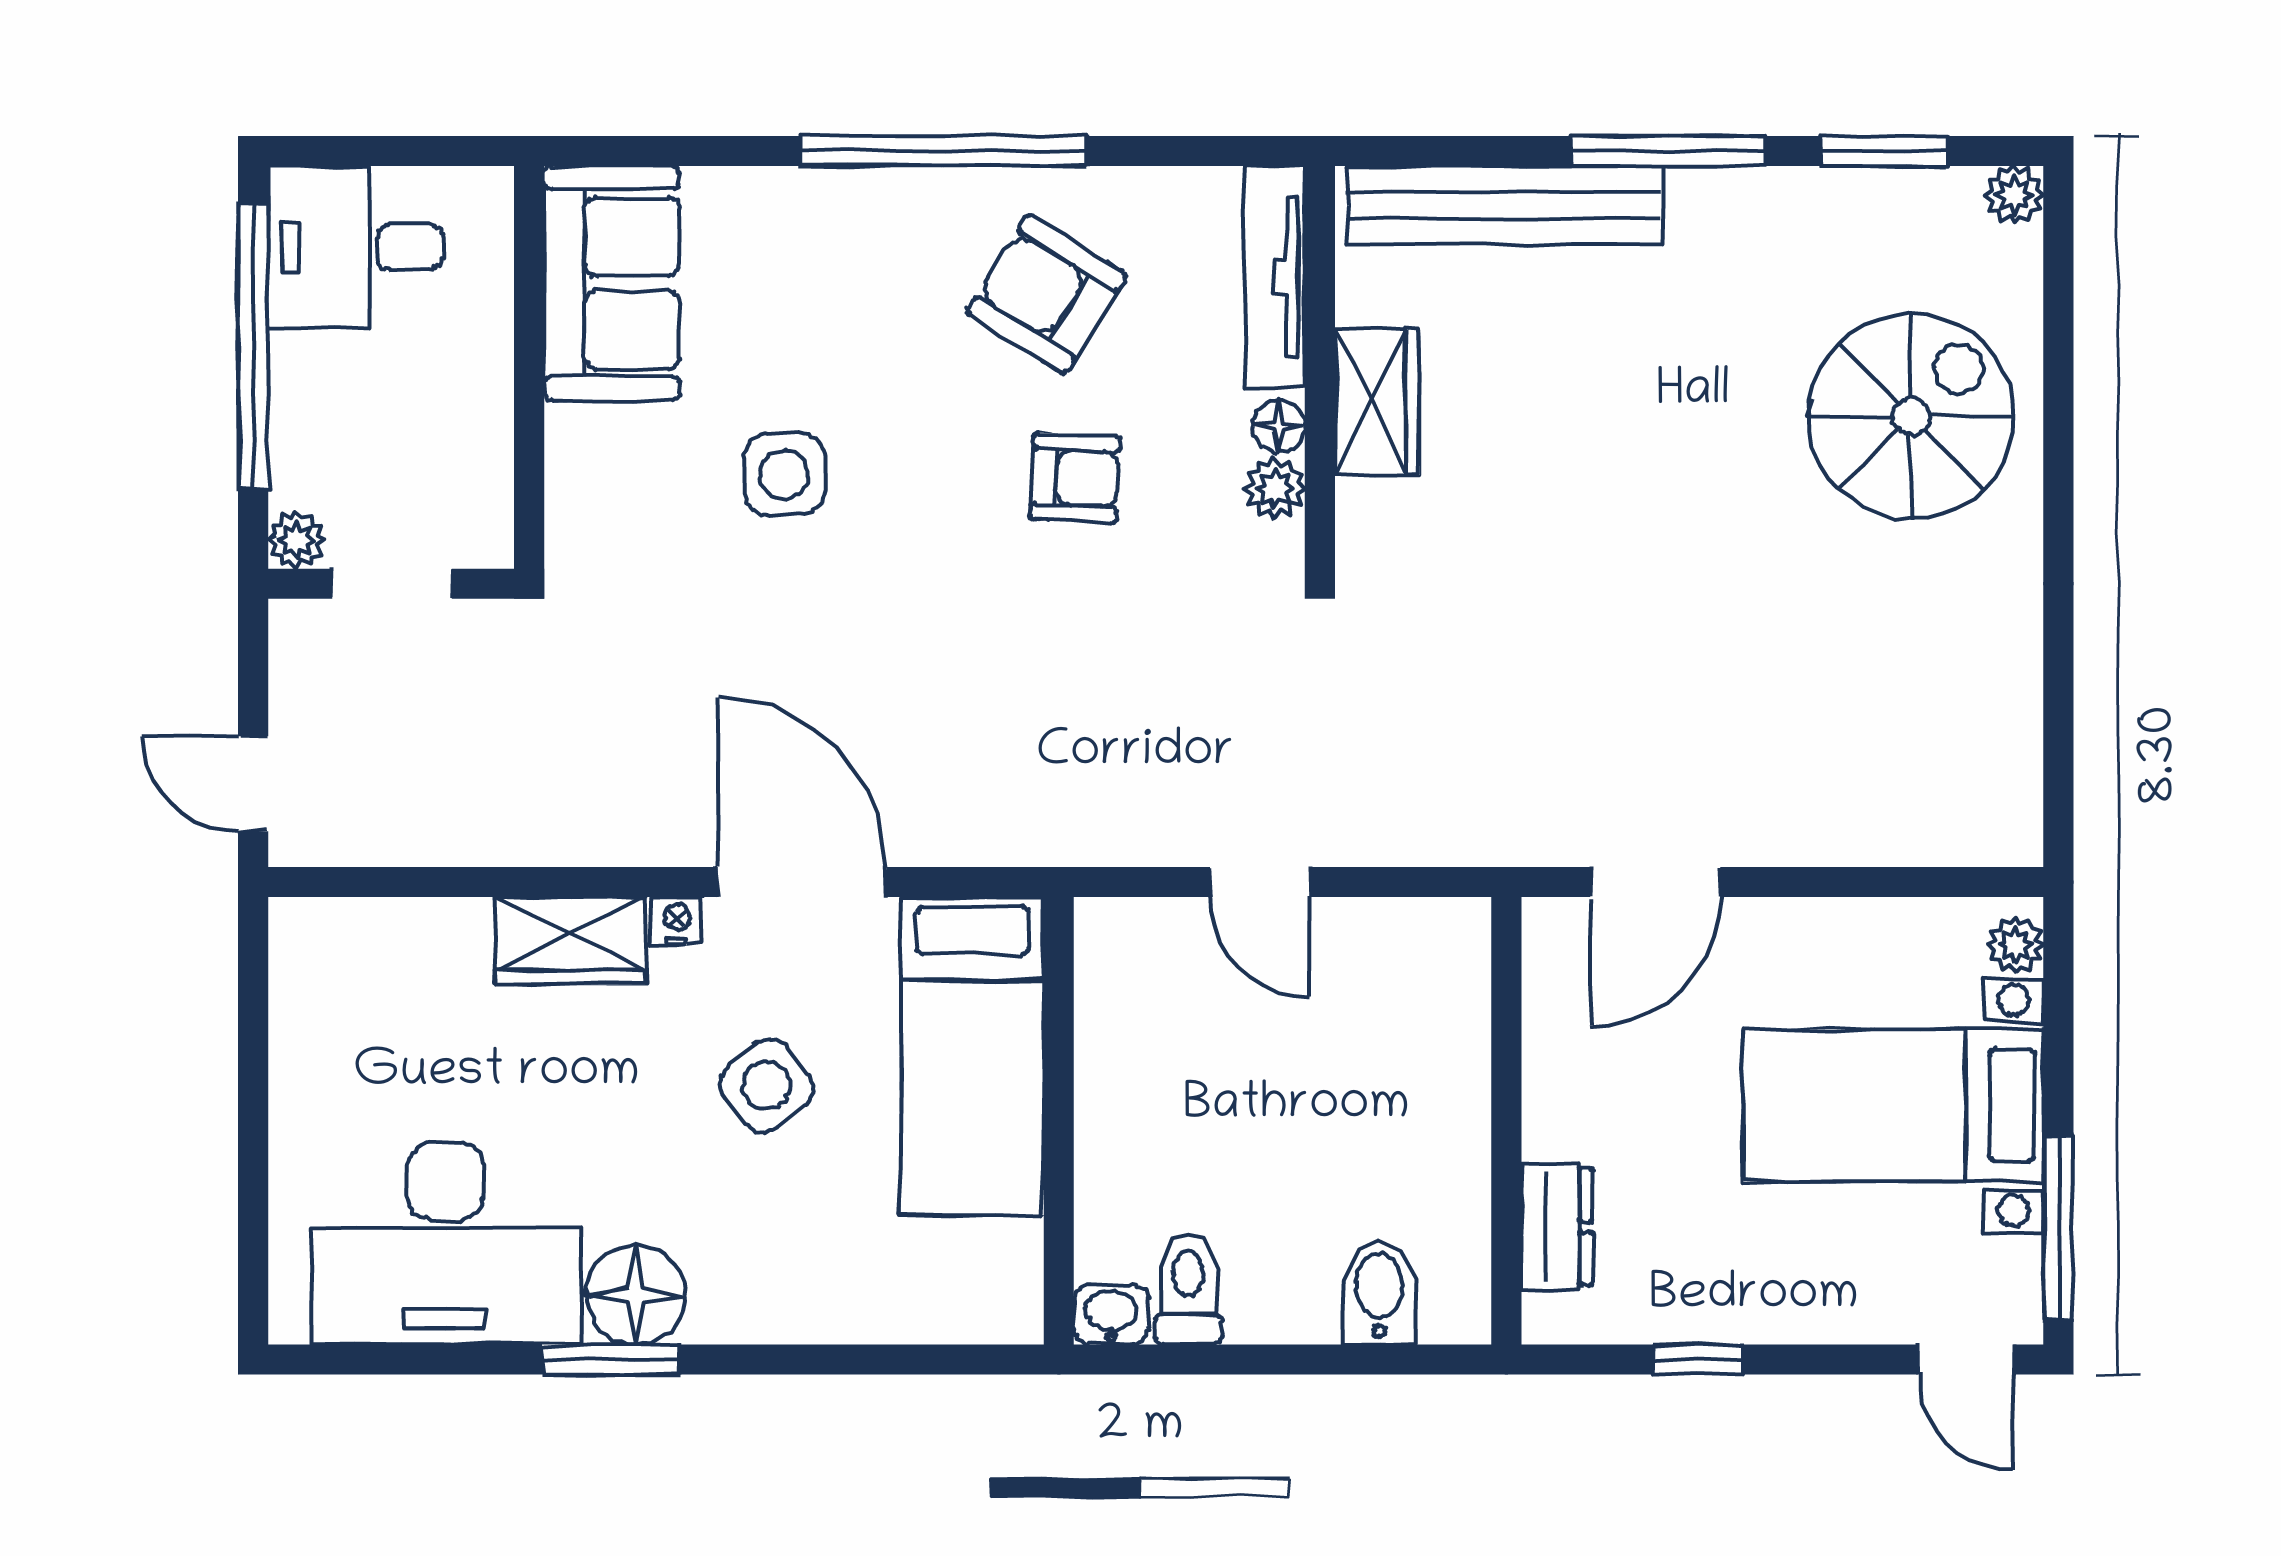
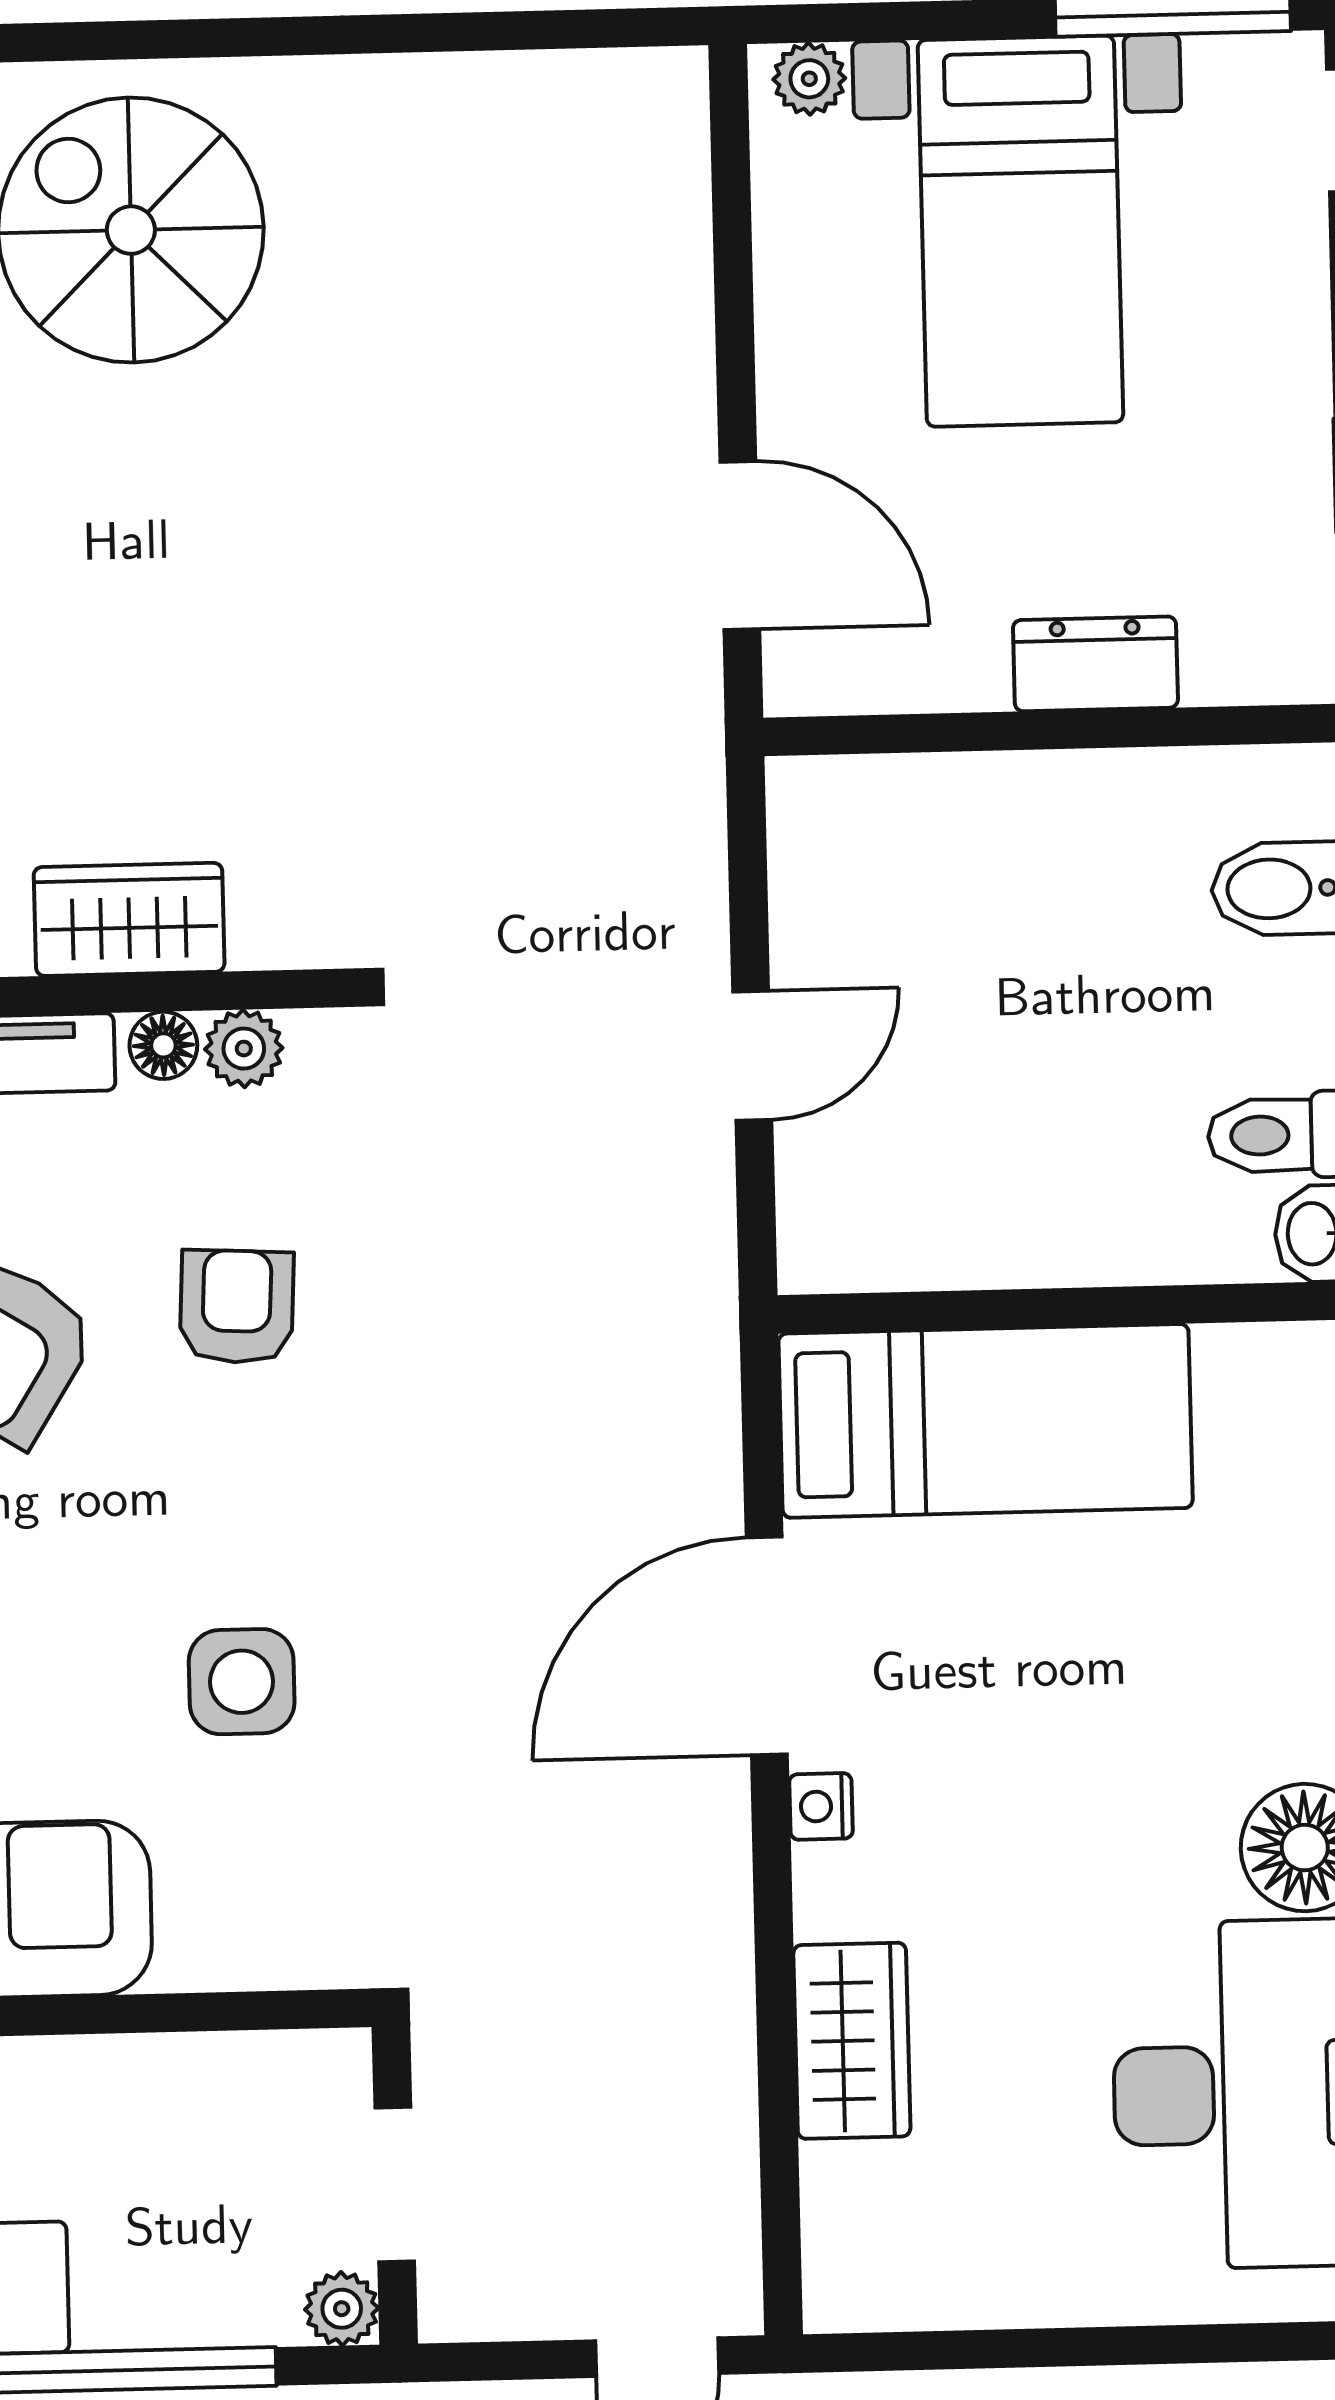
wardrobe: (570, 941) -> (852, 2041), moved
side table: (766, 1086) -> (1030, 1685), removed
dresser: (1557, 1227) -> (1095, 664), moved

